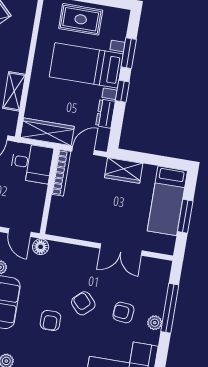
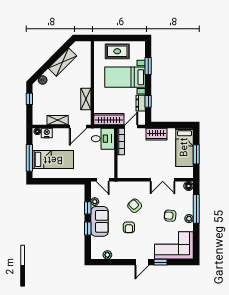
window: (122, 91) -> (148, 101), moved
floor lamp: (41, 247) -> (189, 186), moved
armchair: (83, 303) -> (135, 206), moved

